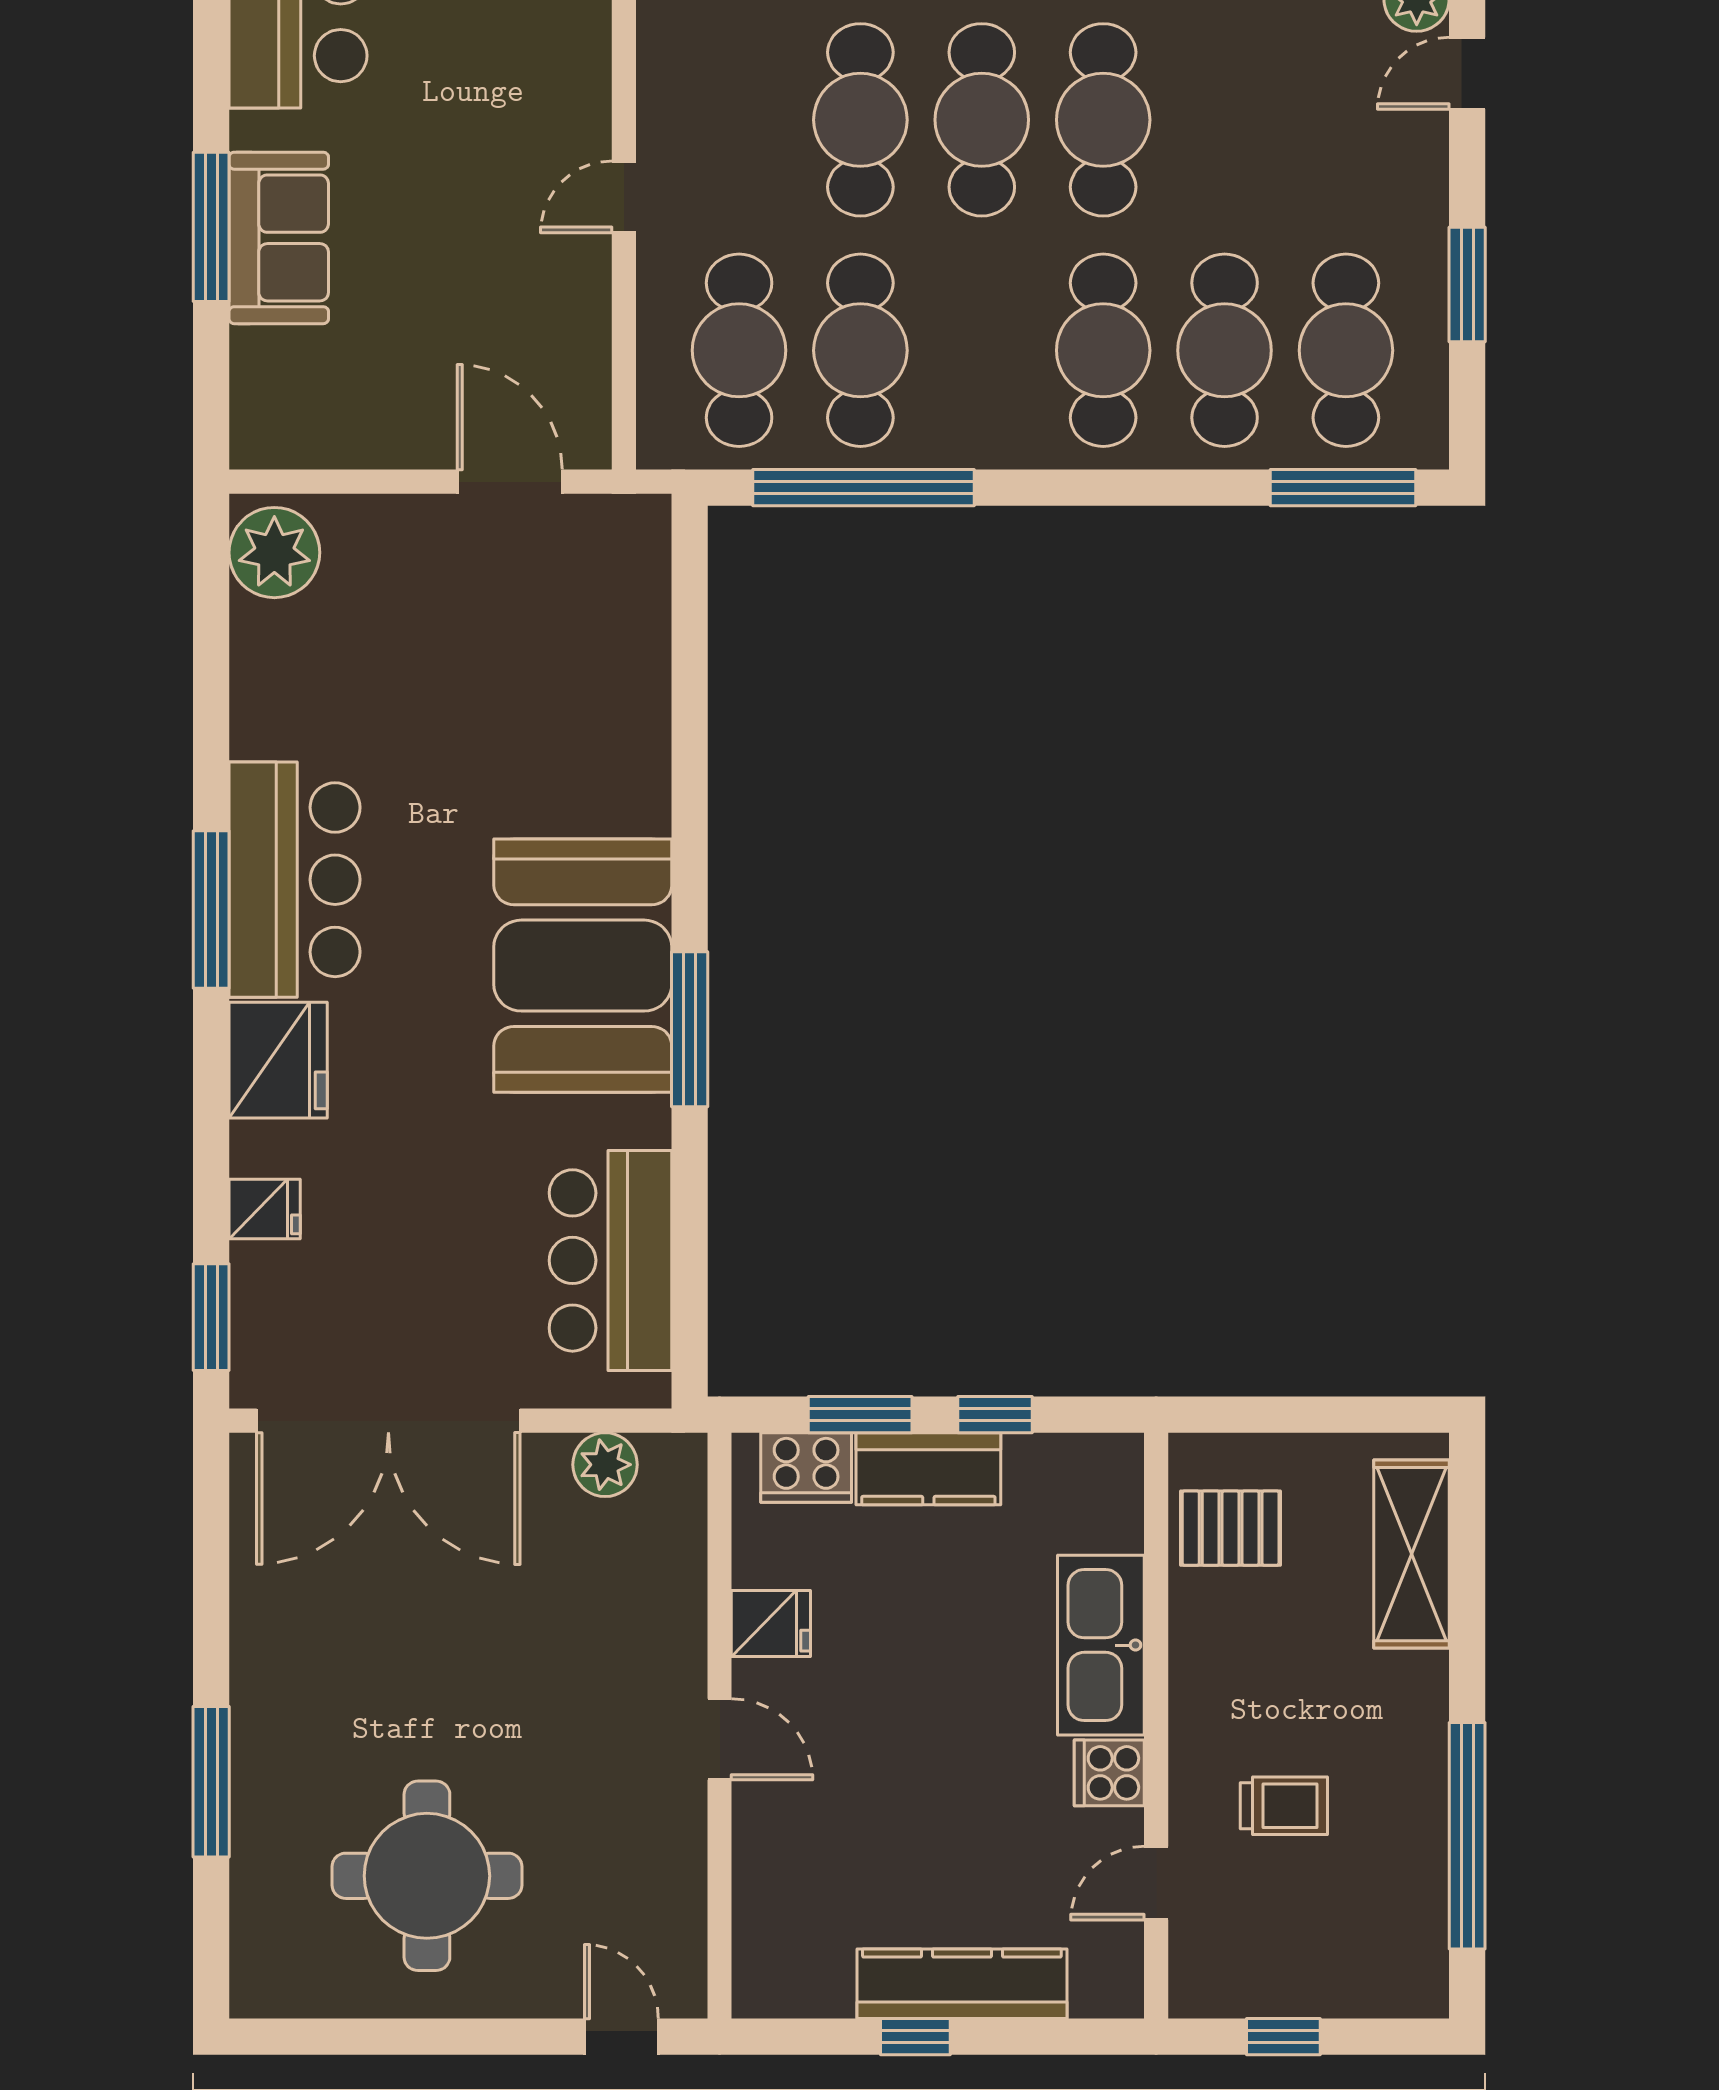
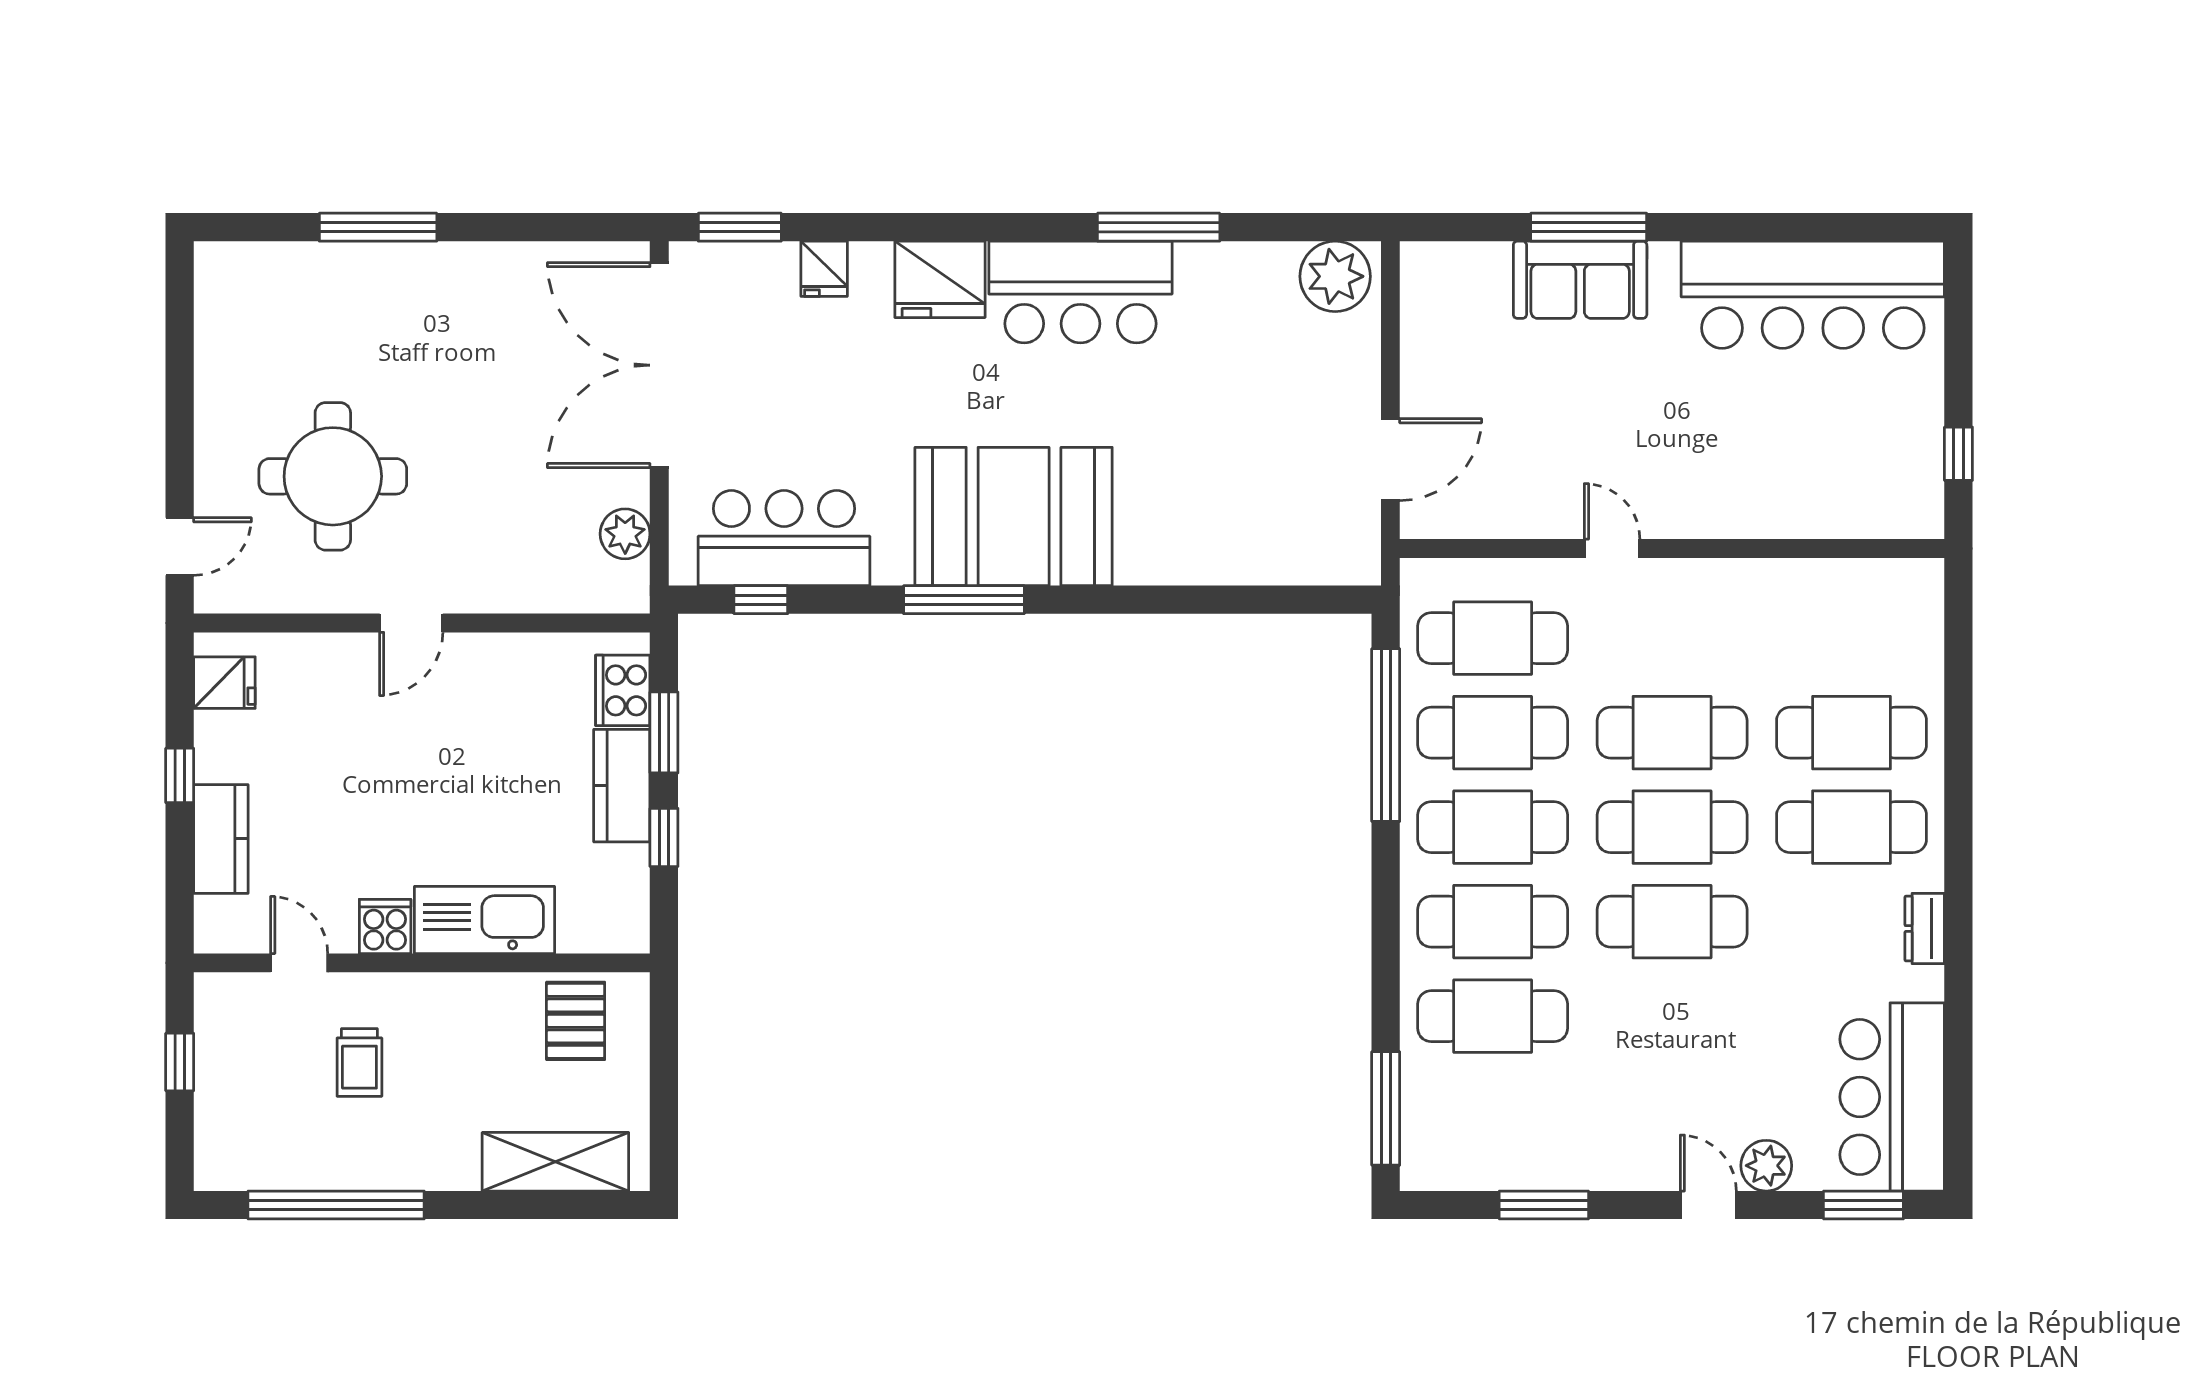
cafe table: (1346, 350) -> (1493, 827), moved
window: (211, 909) -> (1159, 227), moved
window: (690, 1290) -> (761, 600), added
fridge: (771, 1623) -> (224, 683), moved, turned -90
round table: (427, 1876) -> (333, 476), moved
kitchen counter: (962, 1984) -> (221, 839), width x0.67

